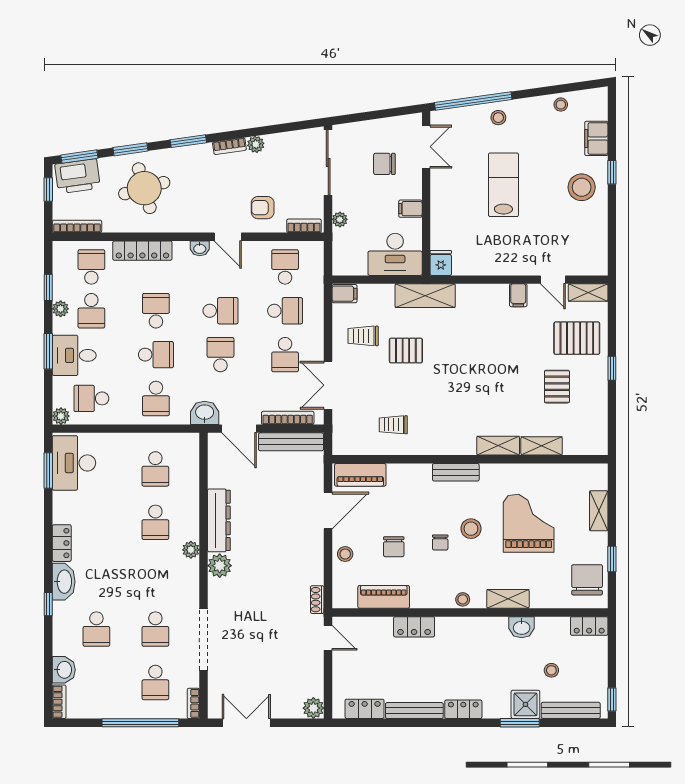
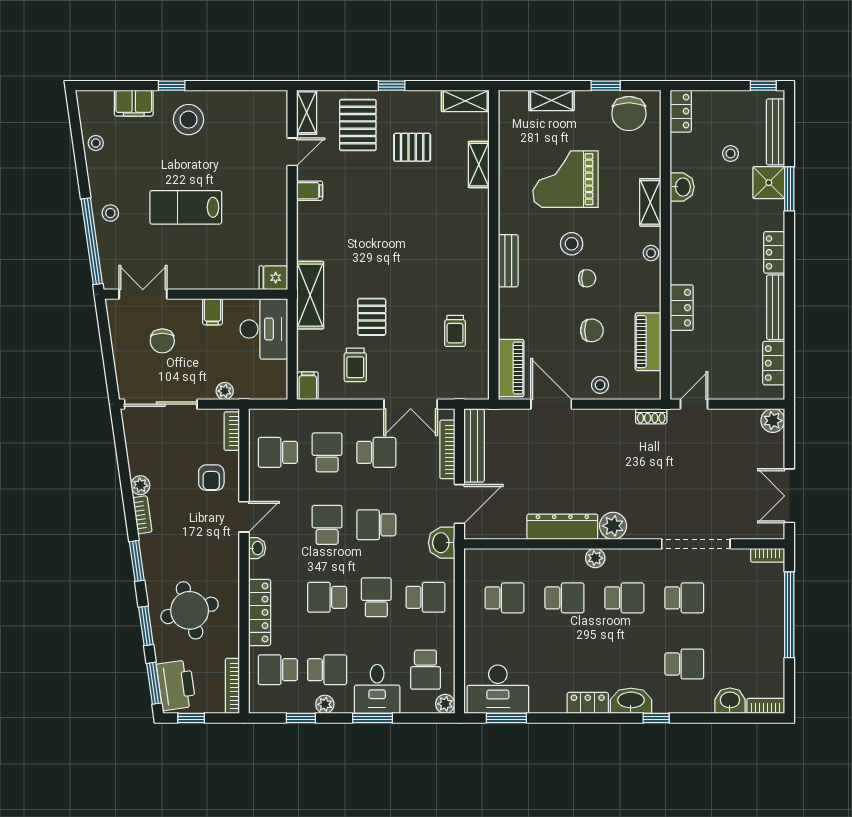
shelving: (498, 446) -> (465, 101), moved, turned 90
chair: (587, 580) -> (629, 114), turned -90
school desk: (155, 682) -> (624, 598), moved

